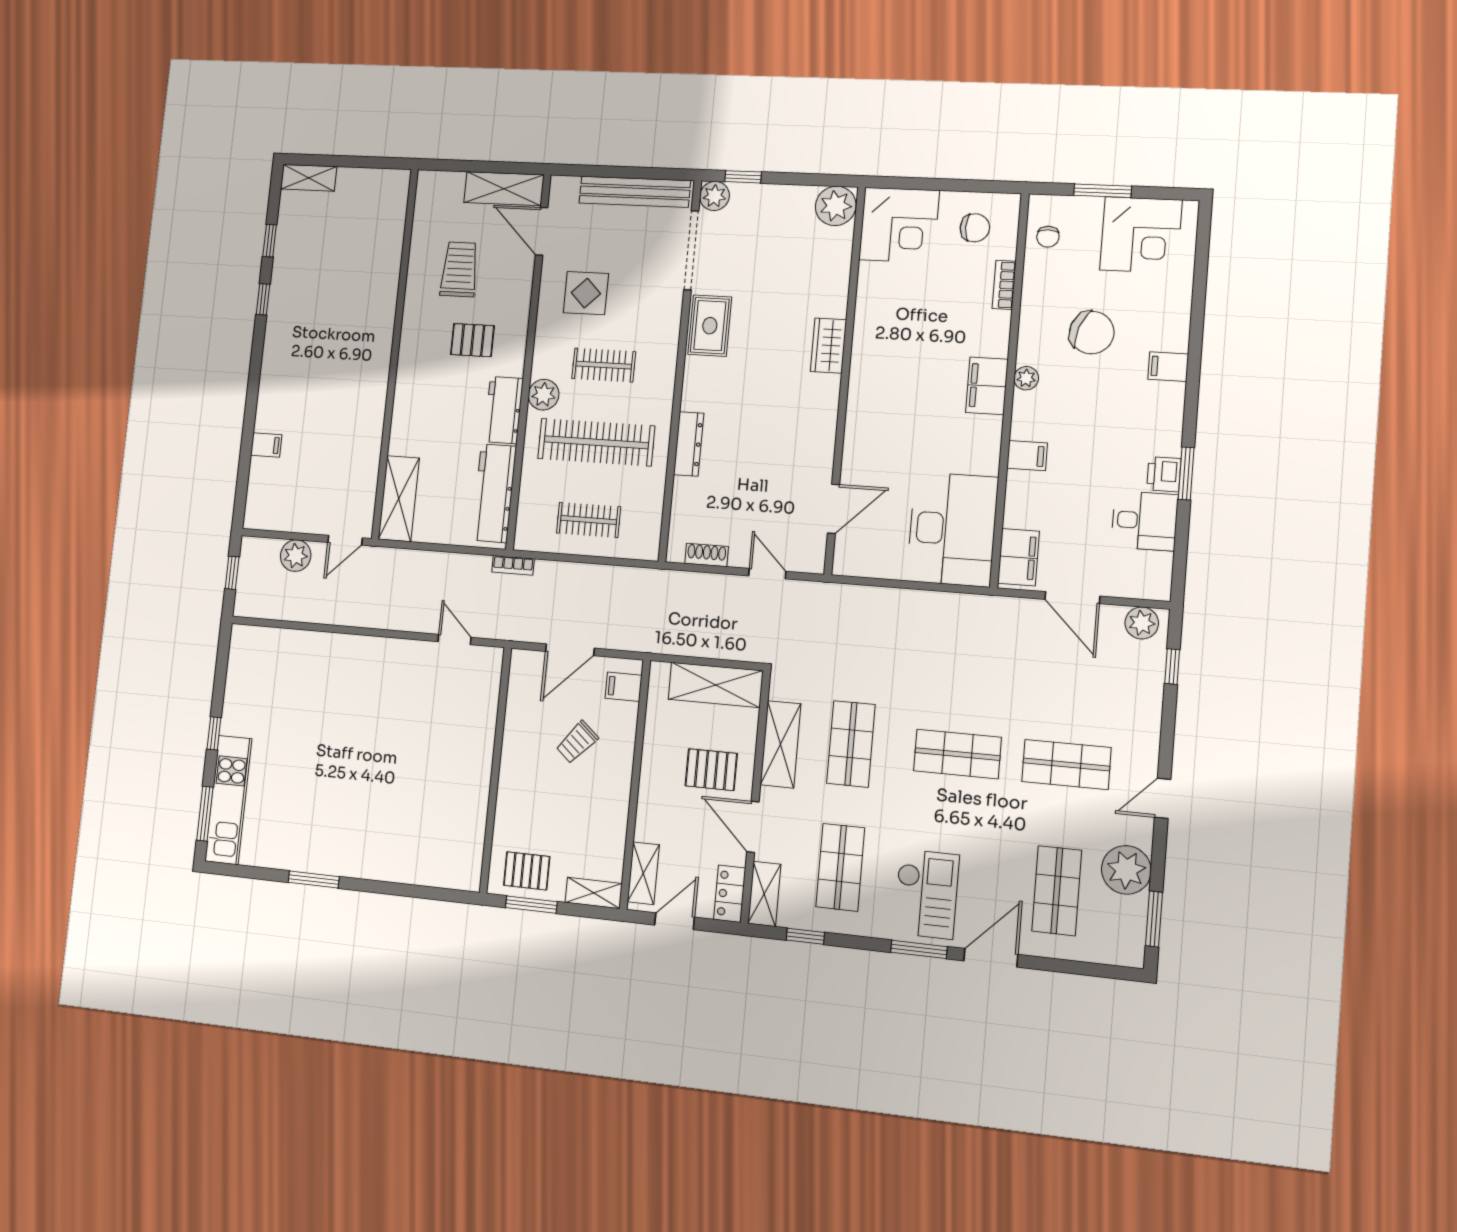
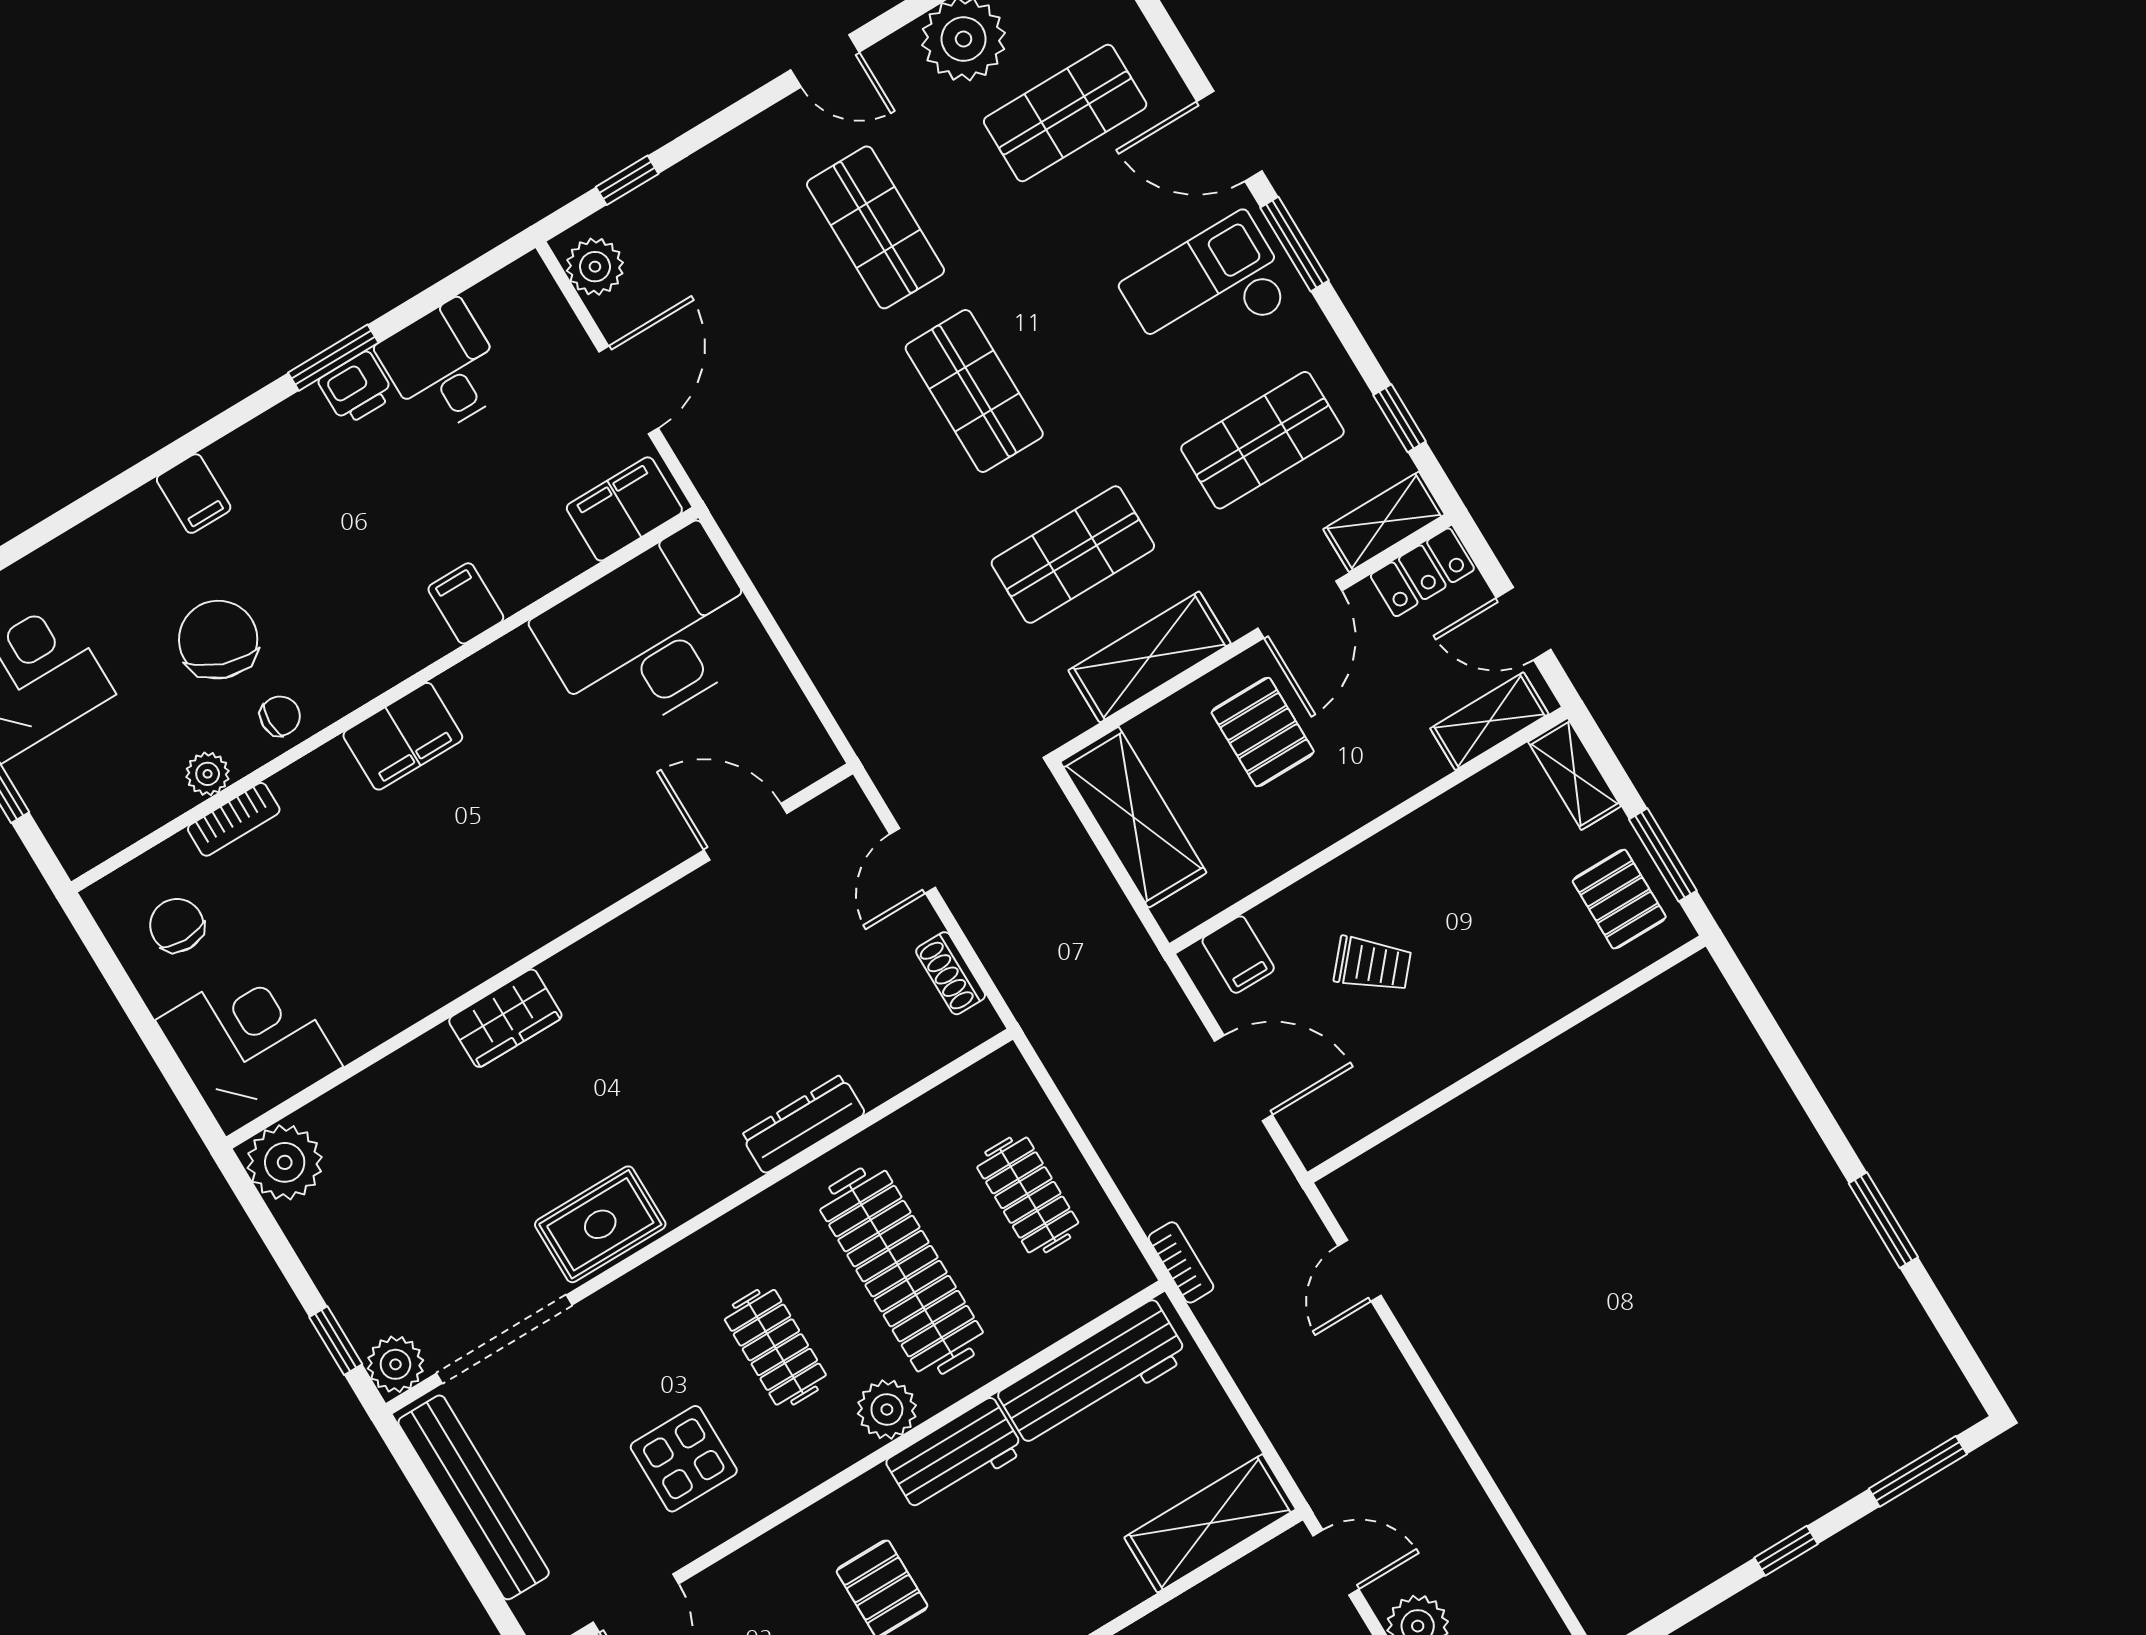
chair: (1048, 237) -> (280, 716), moved
plant: (1026, 378) -> (208, 774), moved
kitchen unit: (228, 800) -> (1868, 1449), removed

